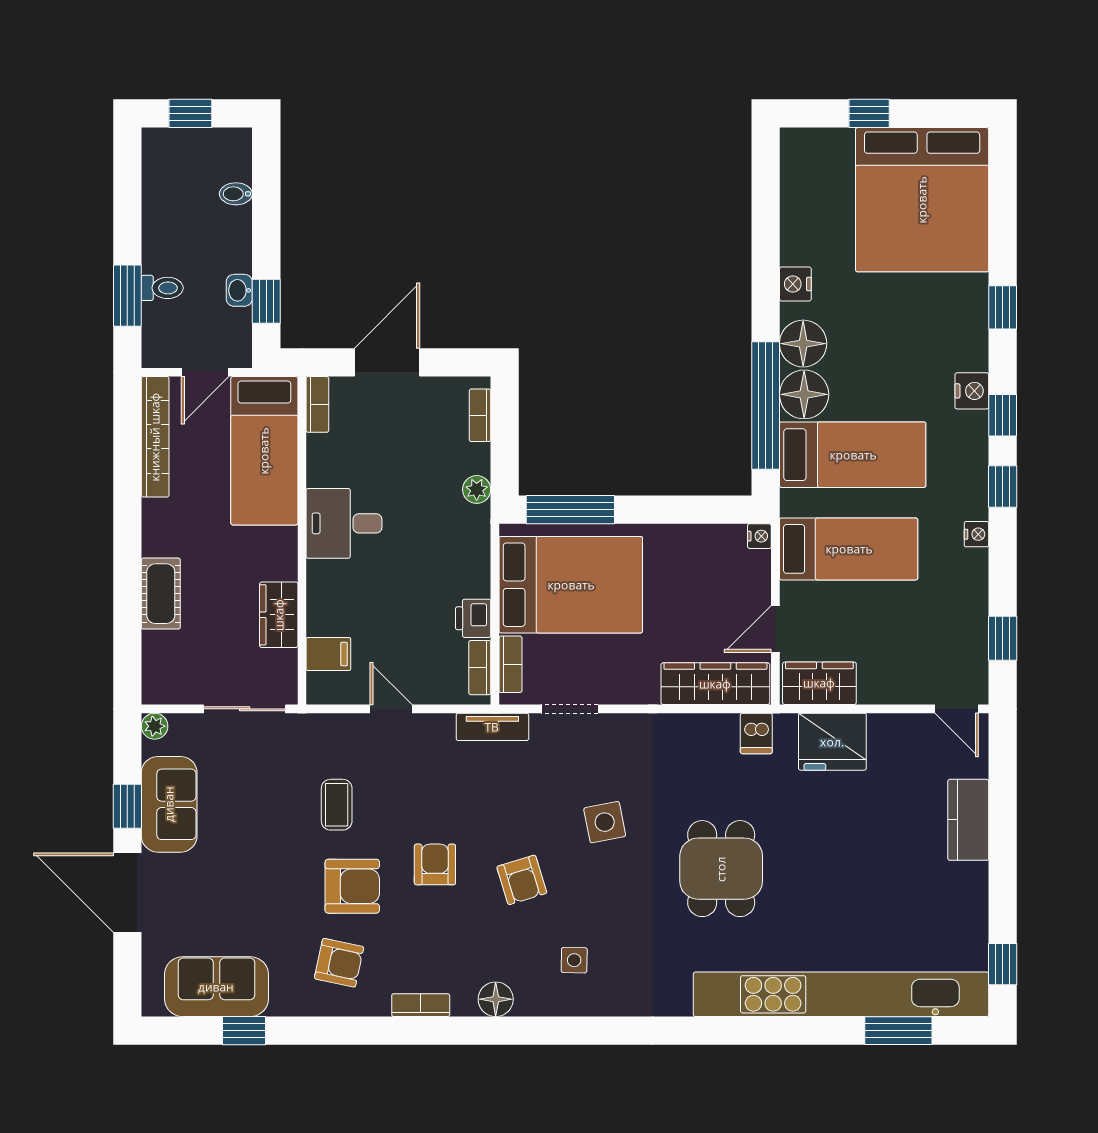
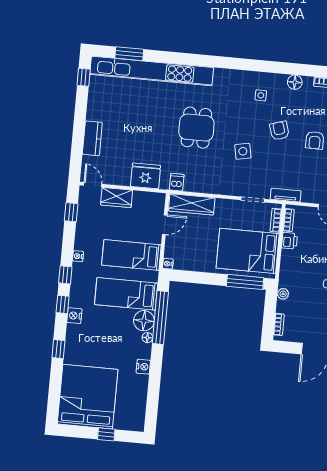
floor lamp: (803, 344) -> (147, 338), width x0.53, depth x0.53
wardrobe: (819, 683) -> (117, 198), moved

